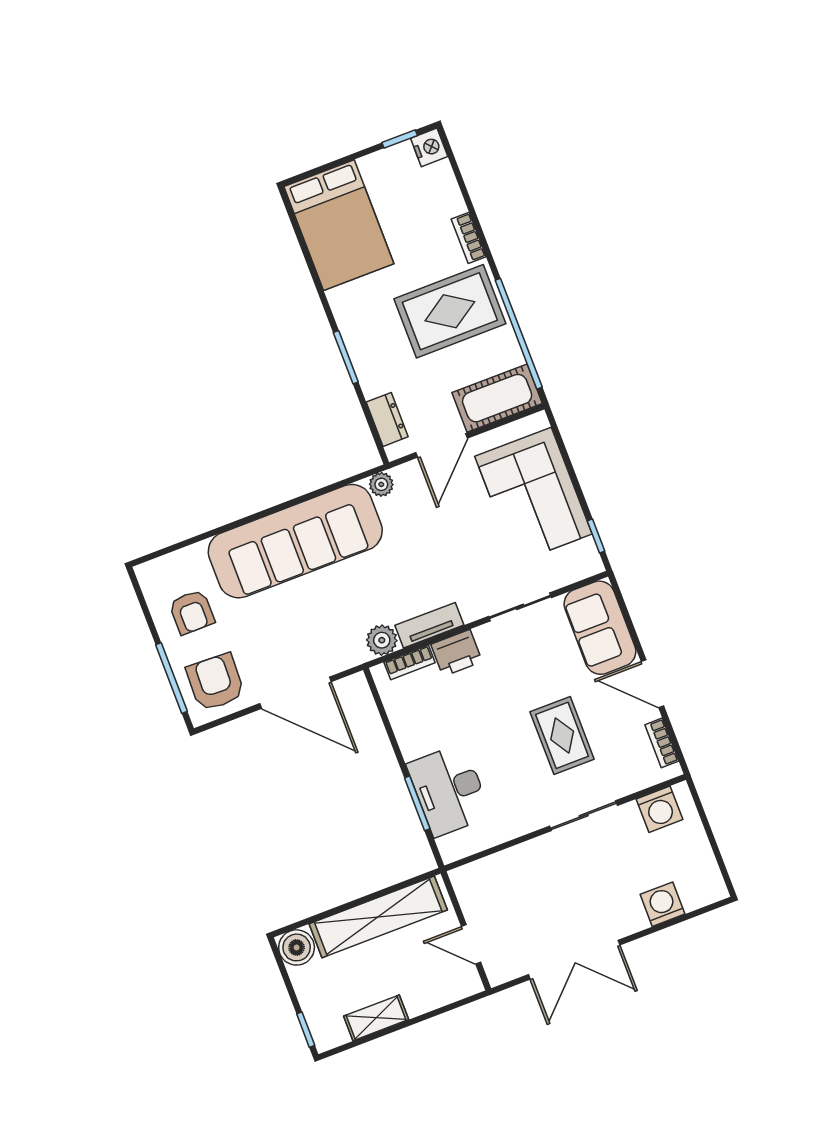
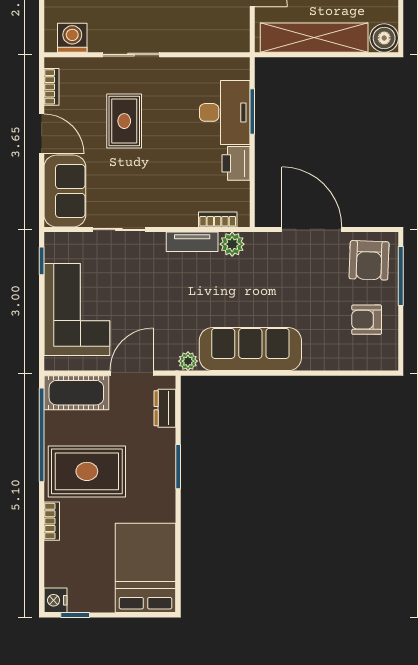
sofa: (295, 541) -> (250, 349), width x0.74, depth x0.79
armchair: (192, 612) -> (367, 320), turned -90
printer: (457, 653) -> (236, 163), moved, turned -90

